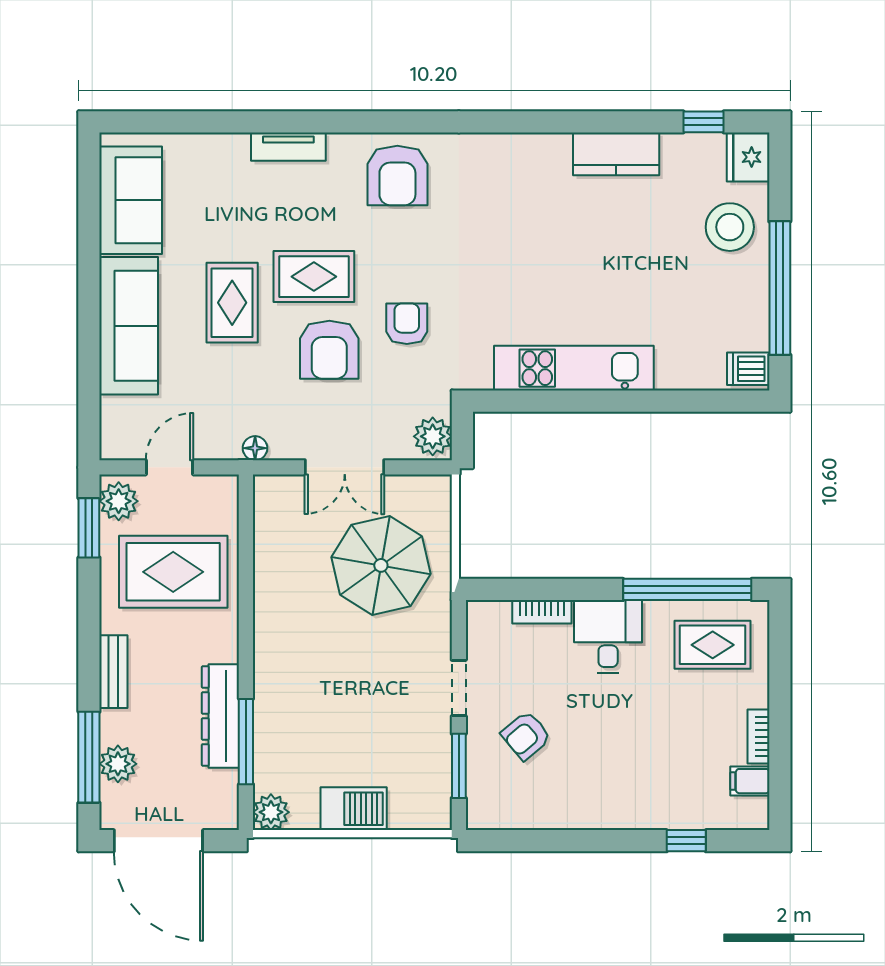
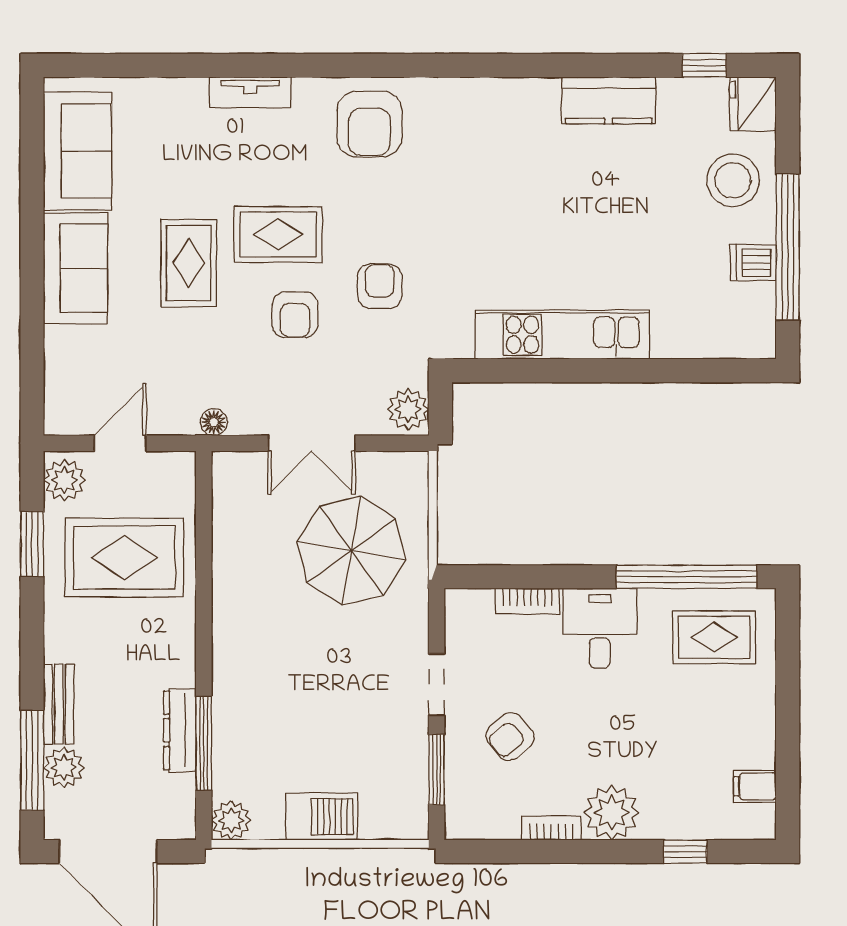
sofa: (129, 326) -> (76, 268), width x0.73
armchair: (329, 350) -> (295, 315), width x0.72, depth x0.72
dishwasher: (748, 369) -> (753, 263), moved
window: (89, 528) -> (32, 544), moved
bench: (113, 672) -> (59, 704), moved
dresser: (220, 716) -> (180, 730), width x0.73, depth x0.80
bookcase: (758, 737) -> (551, 828), moved, turned 90
plant: (619, 805) -> (612, 813), added

